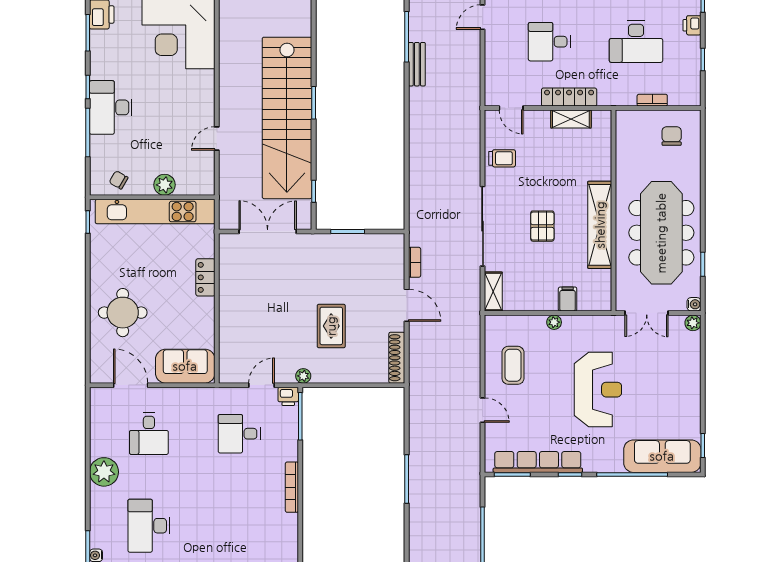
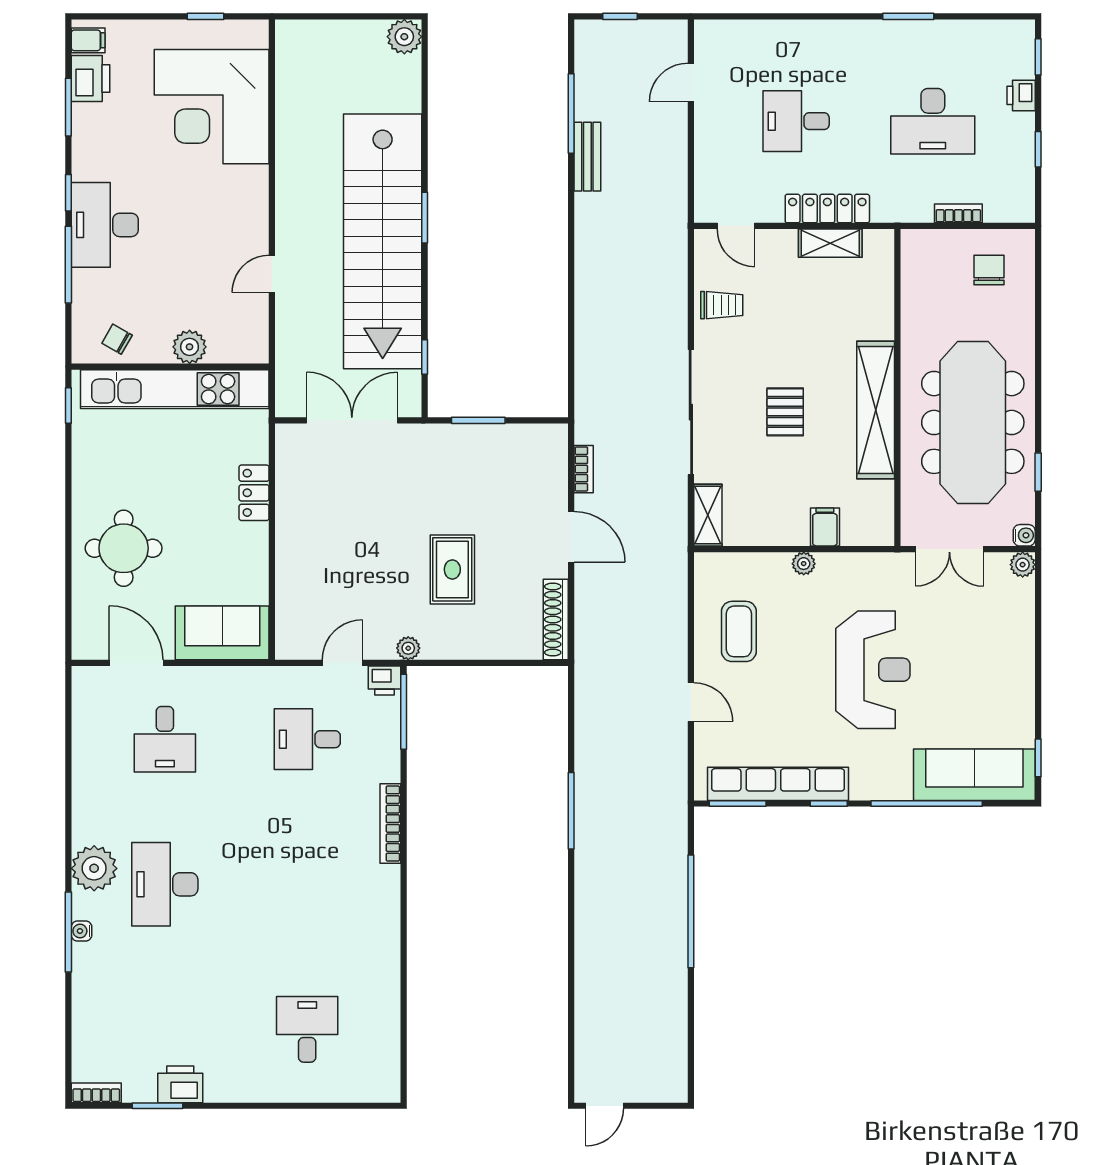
plant: (104, 472) -> (94, 868), moved

